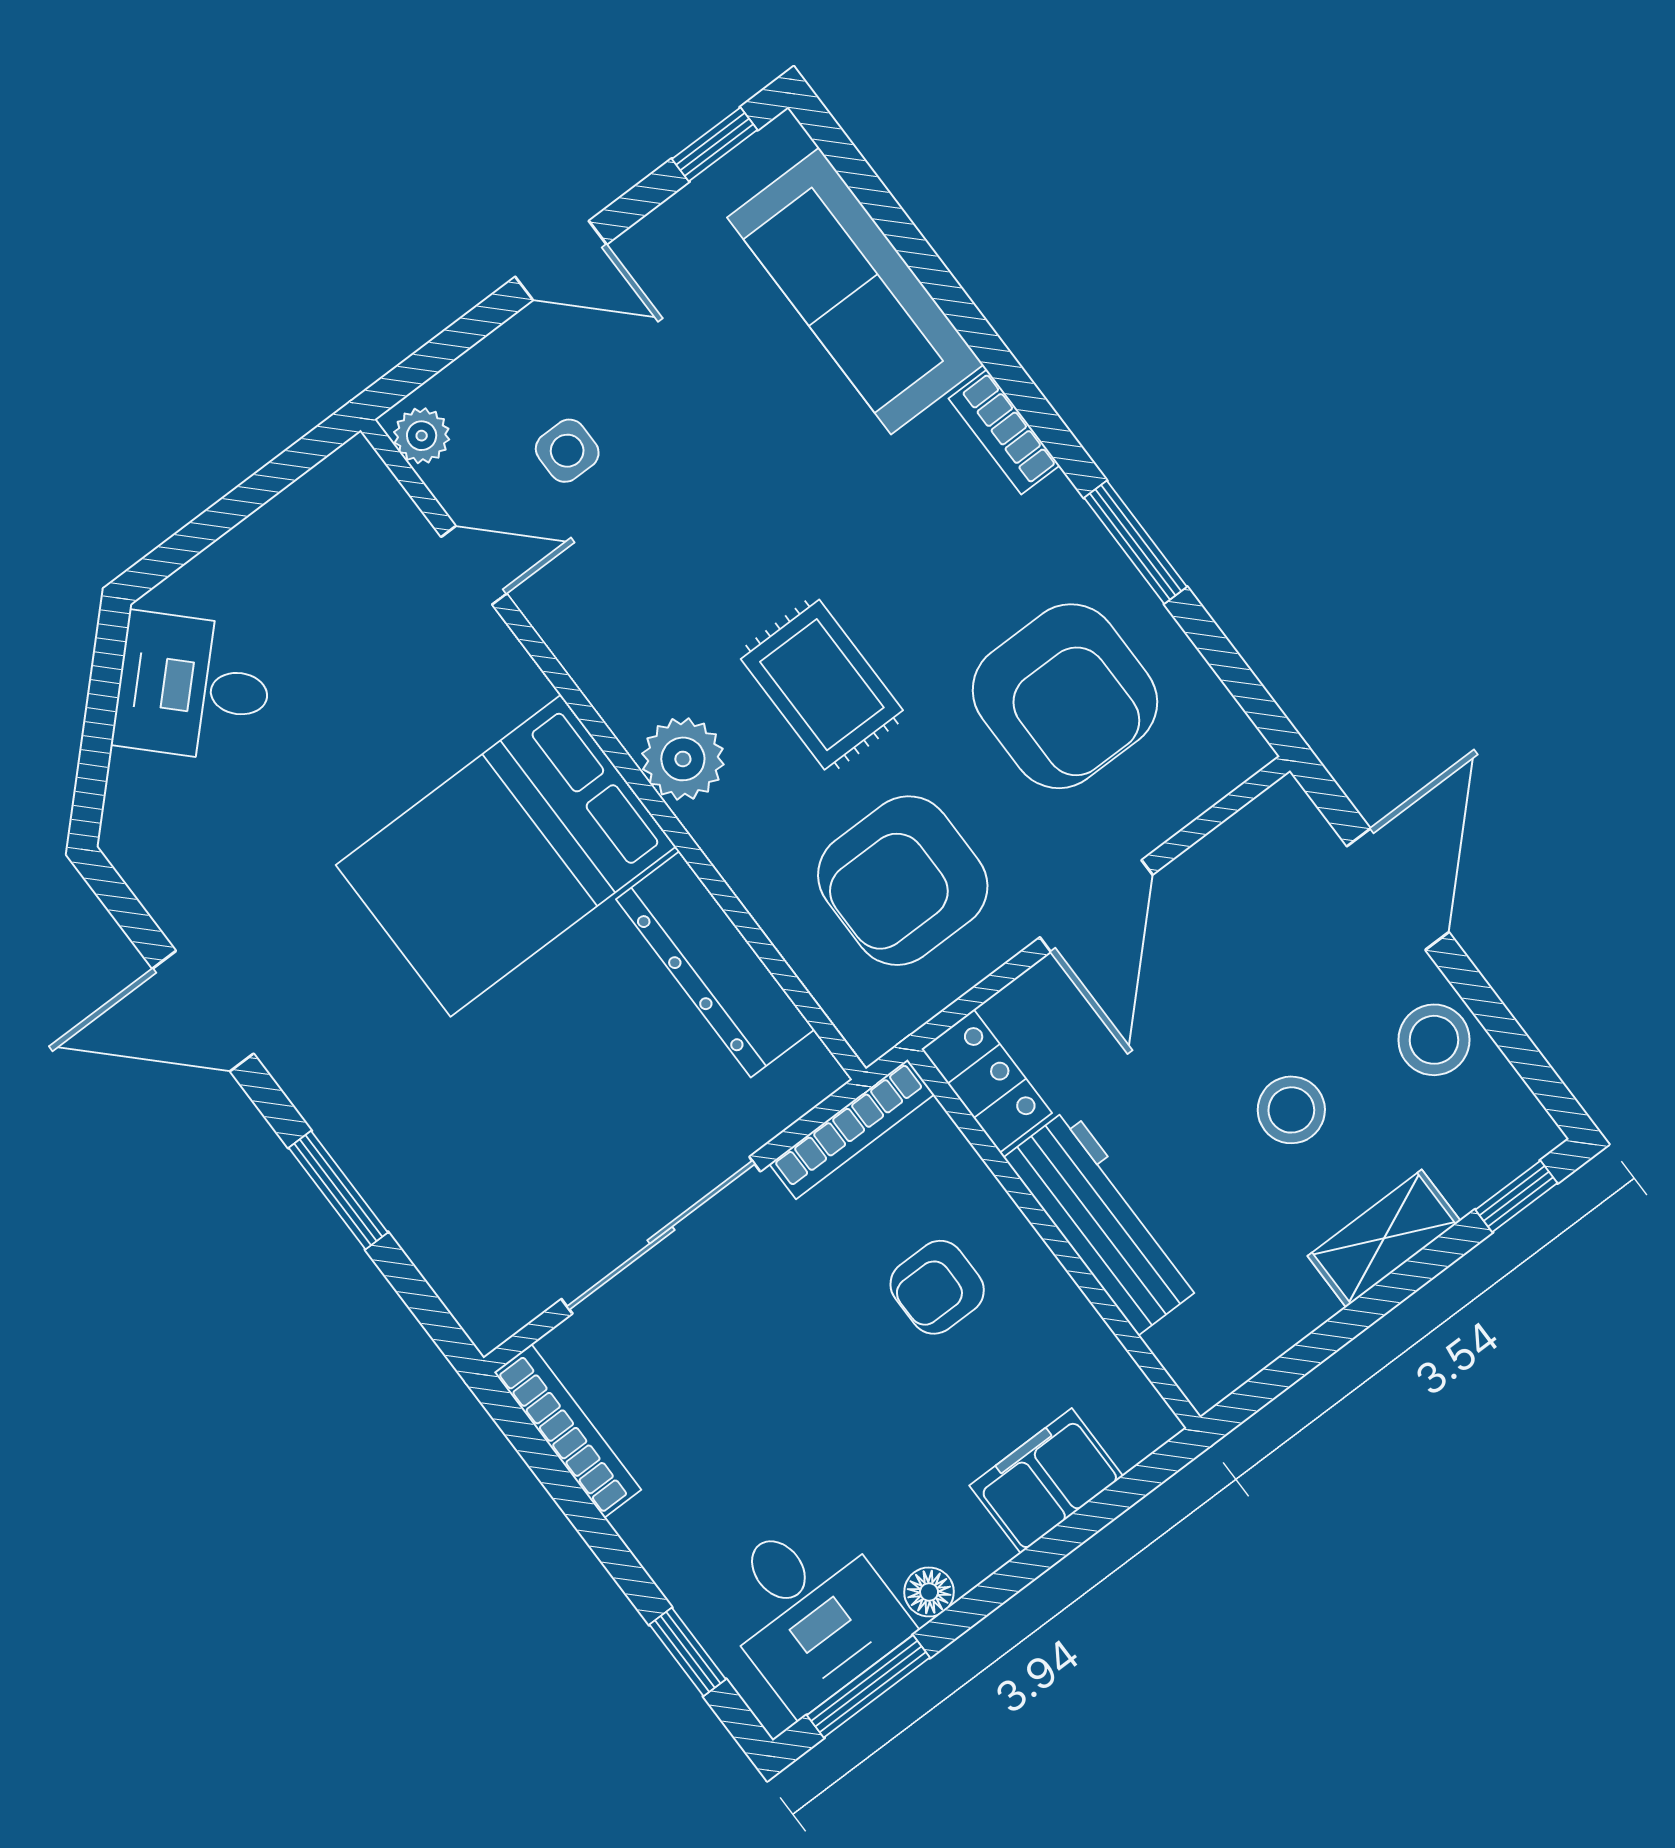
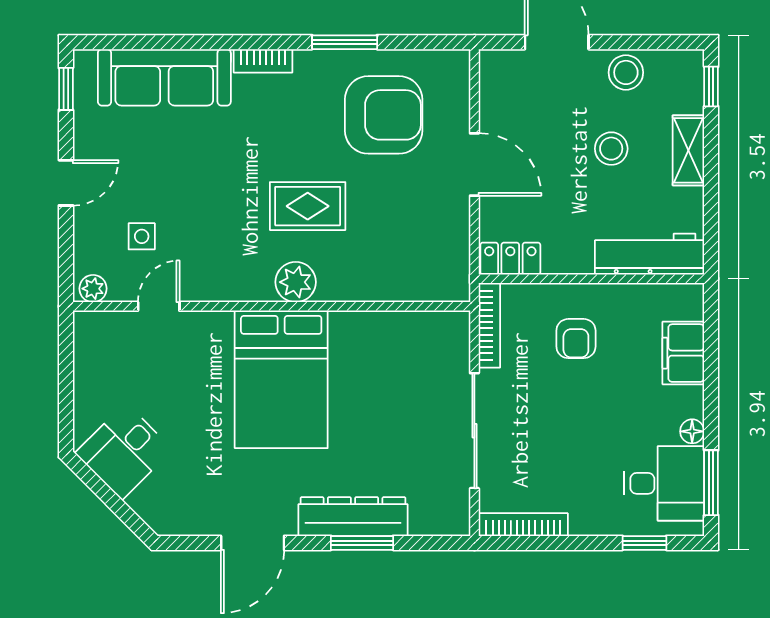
armchair: (903, 881) -> (408, 232), removed
dresser: (715, 964) -> (353, 517), moved, turned 180
workbench: (1104, 1221) -> (650, 254), moved

